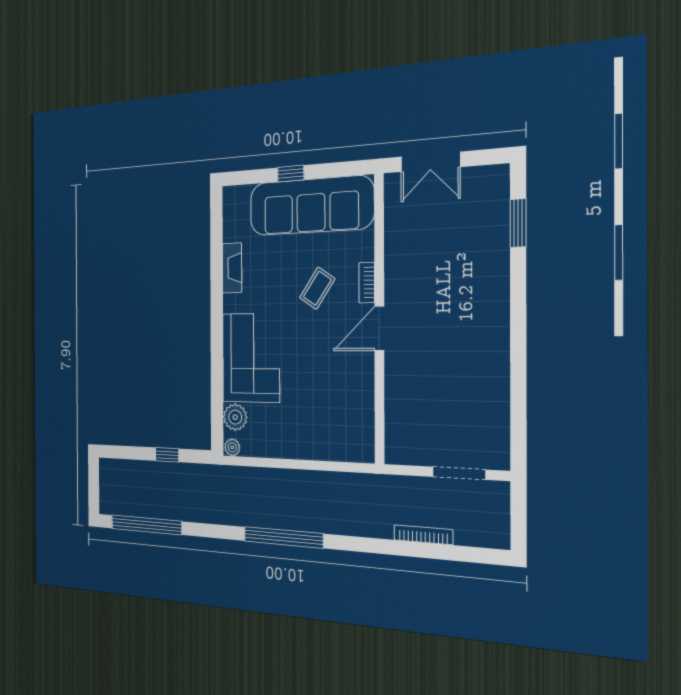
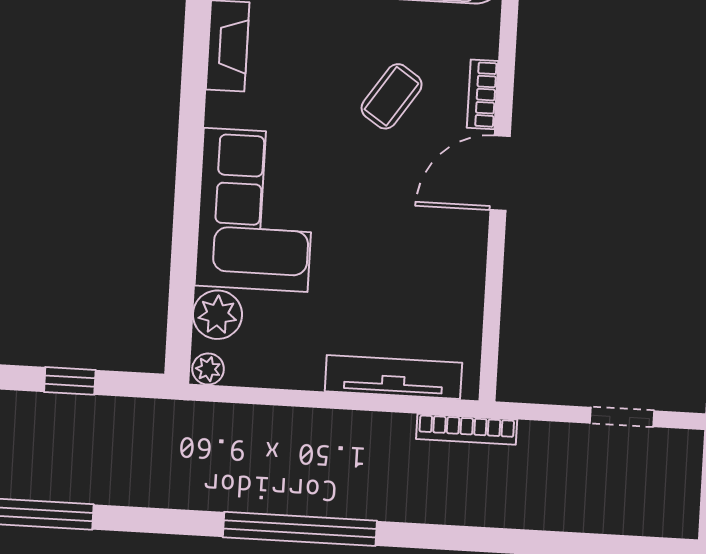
tv unit: (327, 450) -> (393, 377), added
doorway: (459, 473) -> (622, 417), width x0.73
bookcase: (423, 535) -> (467, 429), moved, turned 180

